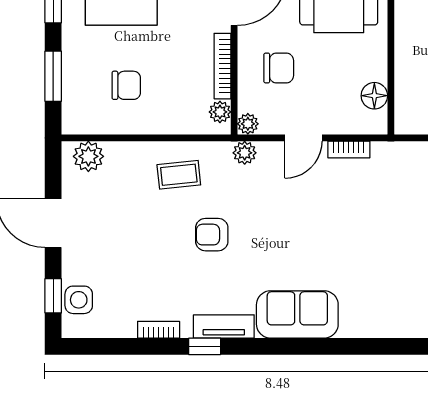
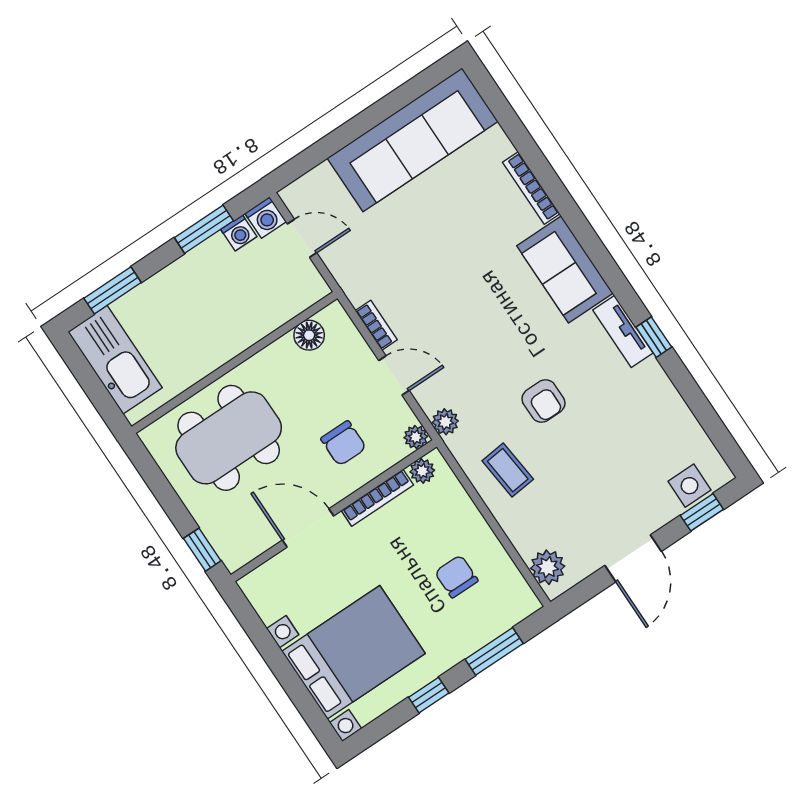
chair: (279, 68) -> (343, 443), turned 180
bookcase: (159, 330) -> (531, 188), moved, width x1.56

